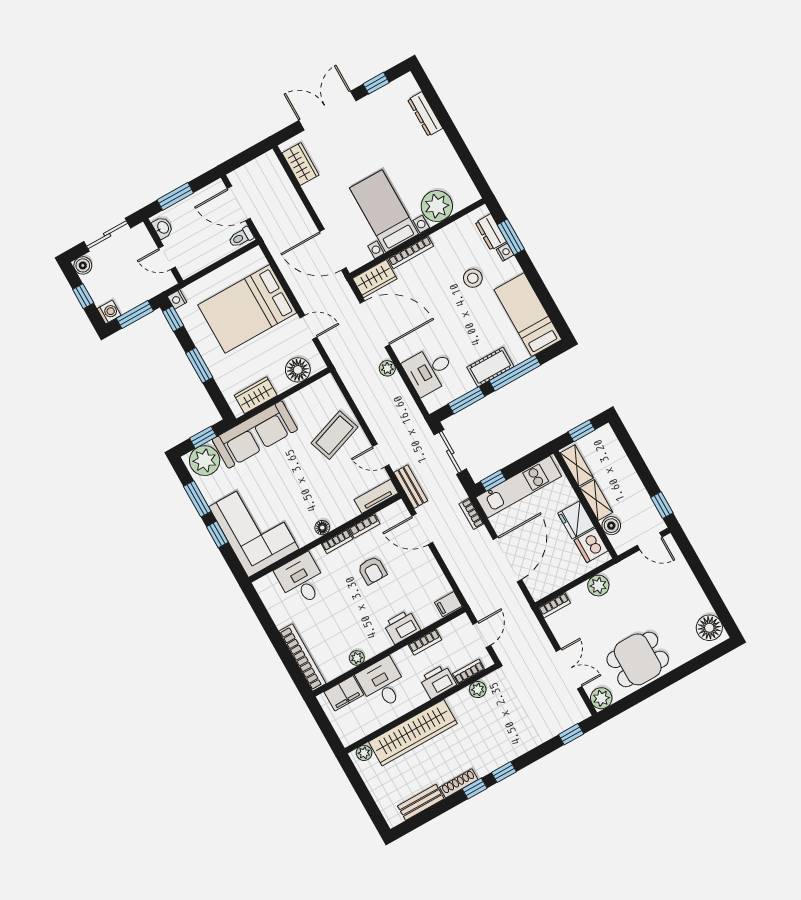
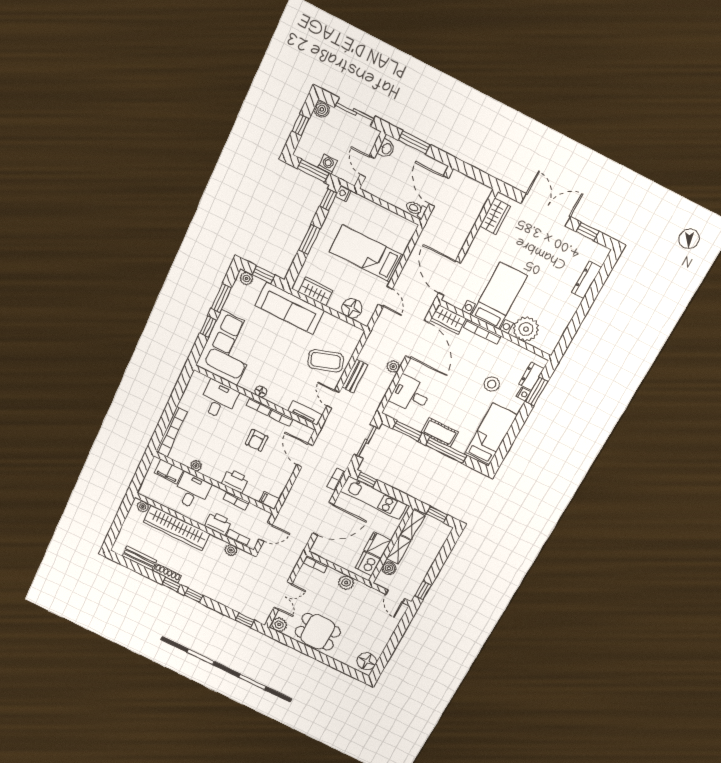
bed: (247, 309) -> (366, 253), width x0.67
washing machine: (109, 312) -> (328, 164), moved, turned -90
plant: (205, 461) -> (246, 278), width x0.53, depth x0.53
bench: (411, 487) -> (355, 376), moved

